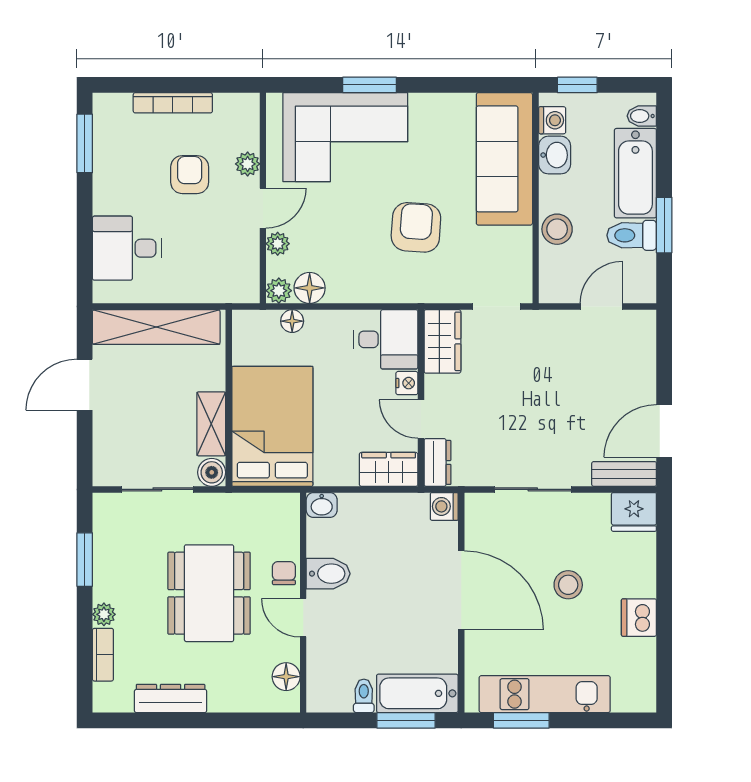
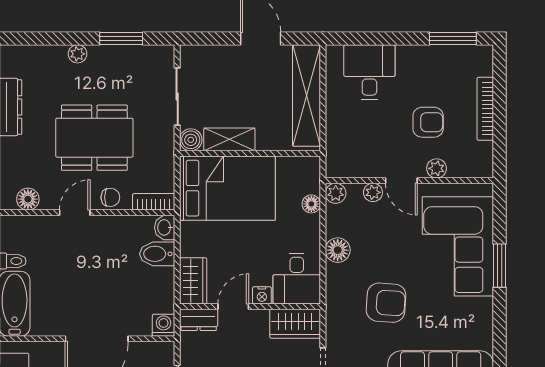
floor lamp: (310, 288) -> (338, 250), moved
bidet: (328, 574) -> (157, 254), moved, turned 90
bookcase: (103, 655) -> (154, 202), moved, turned 180

